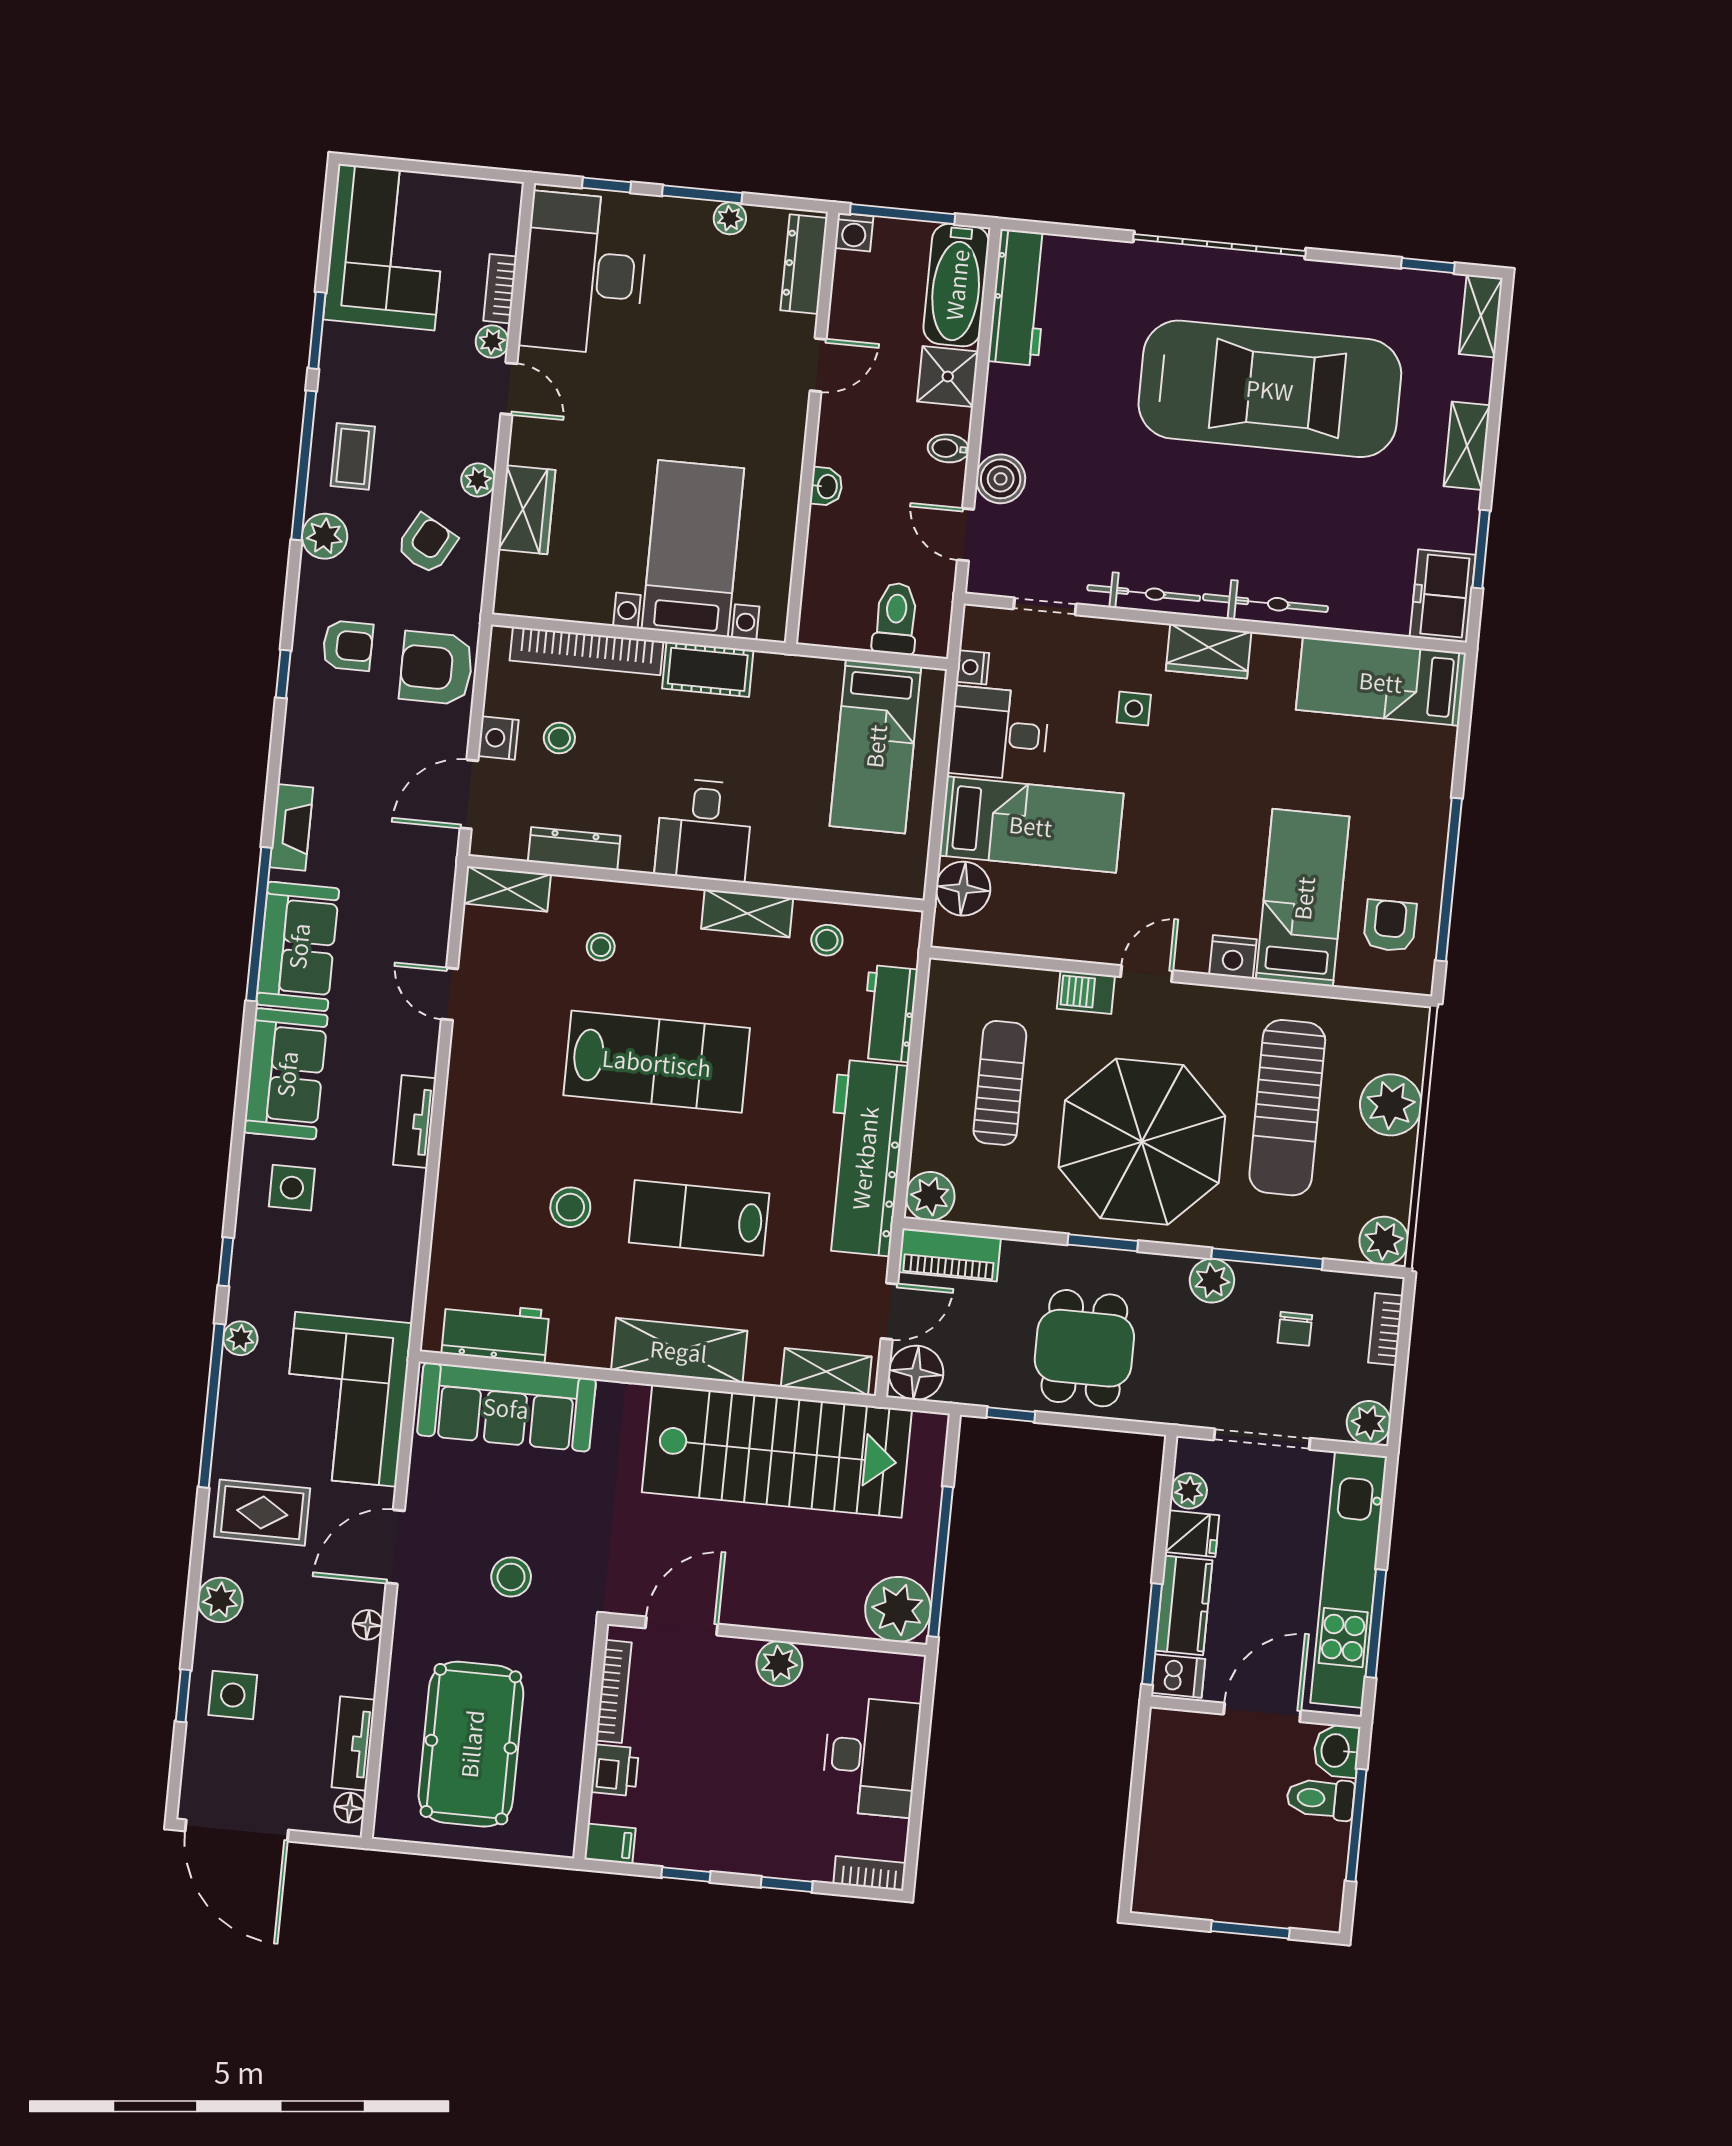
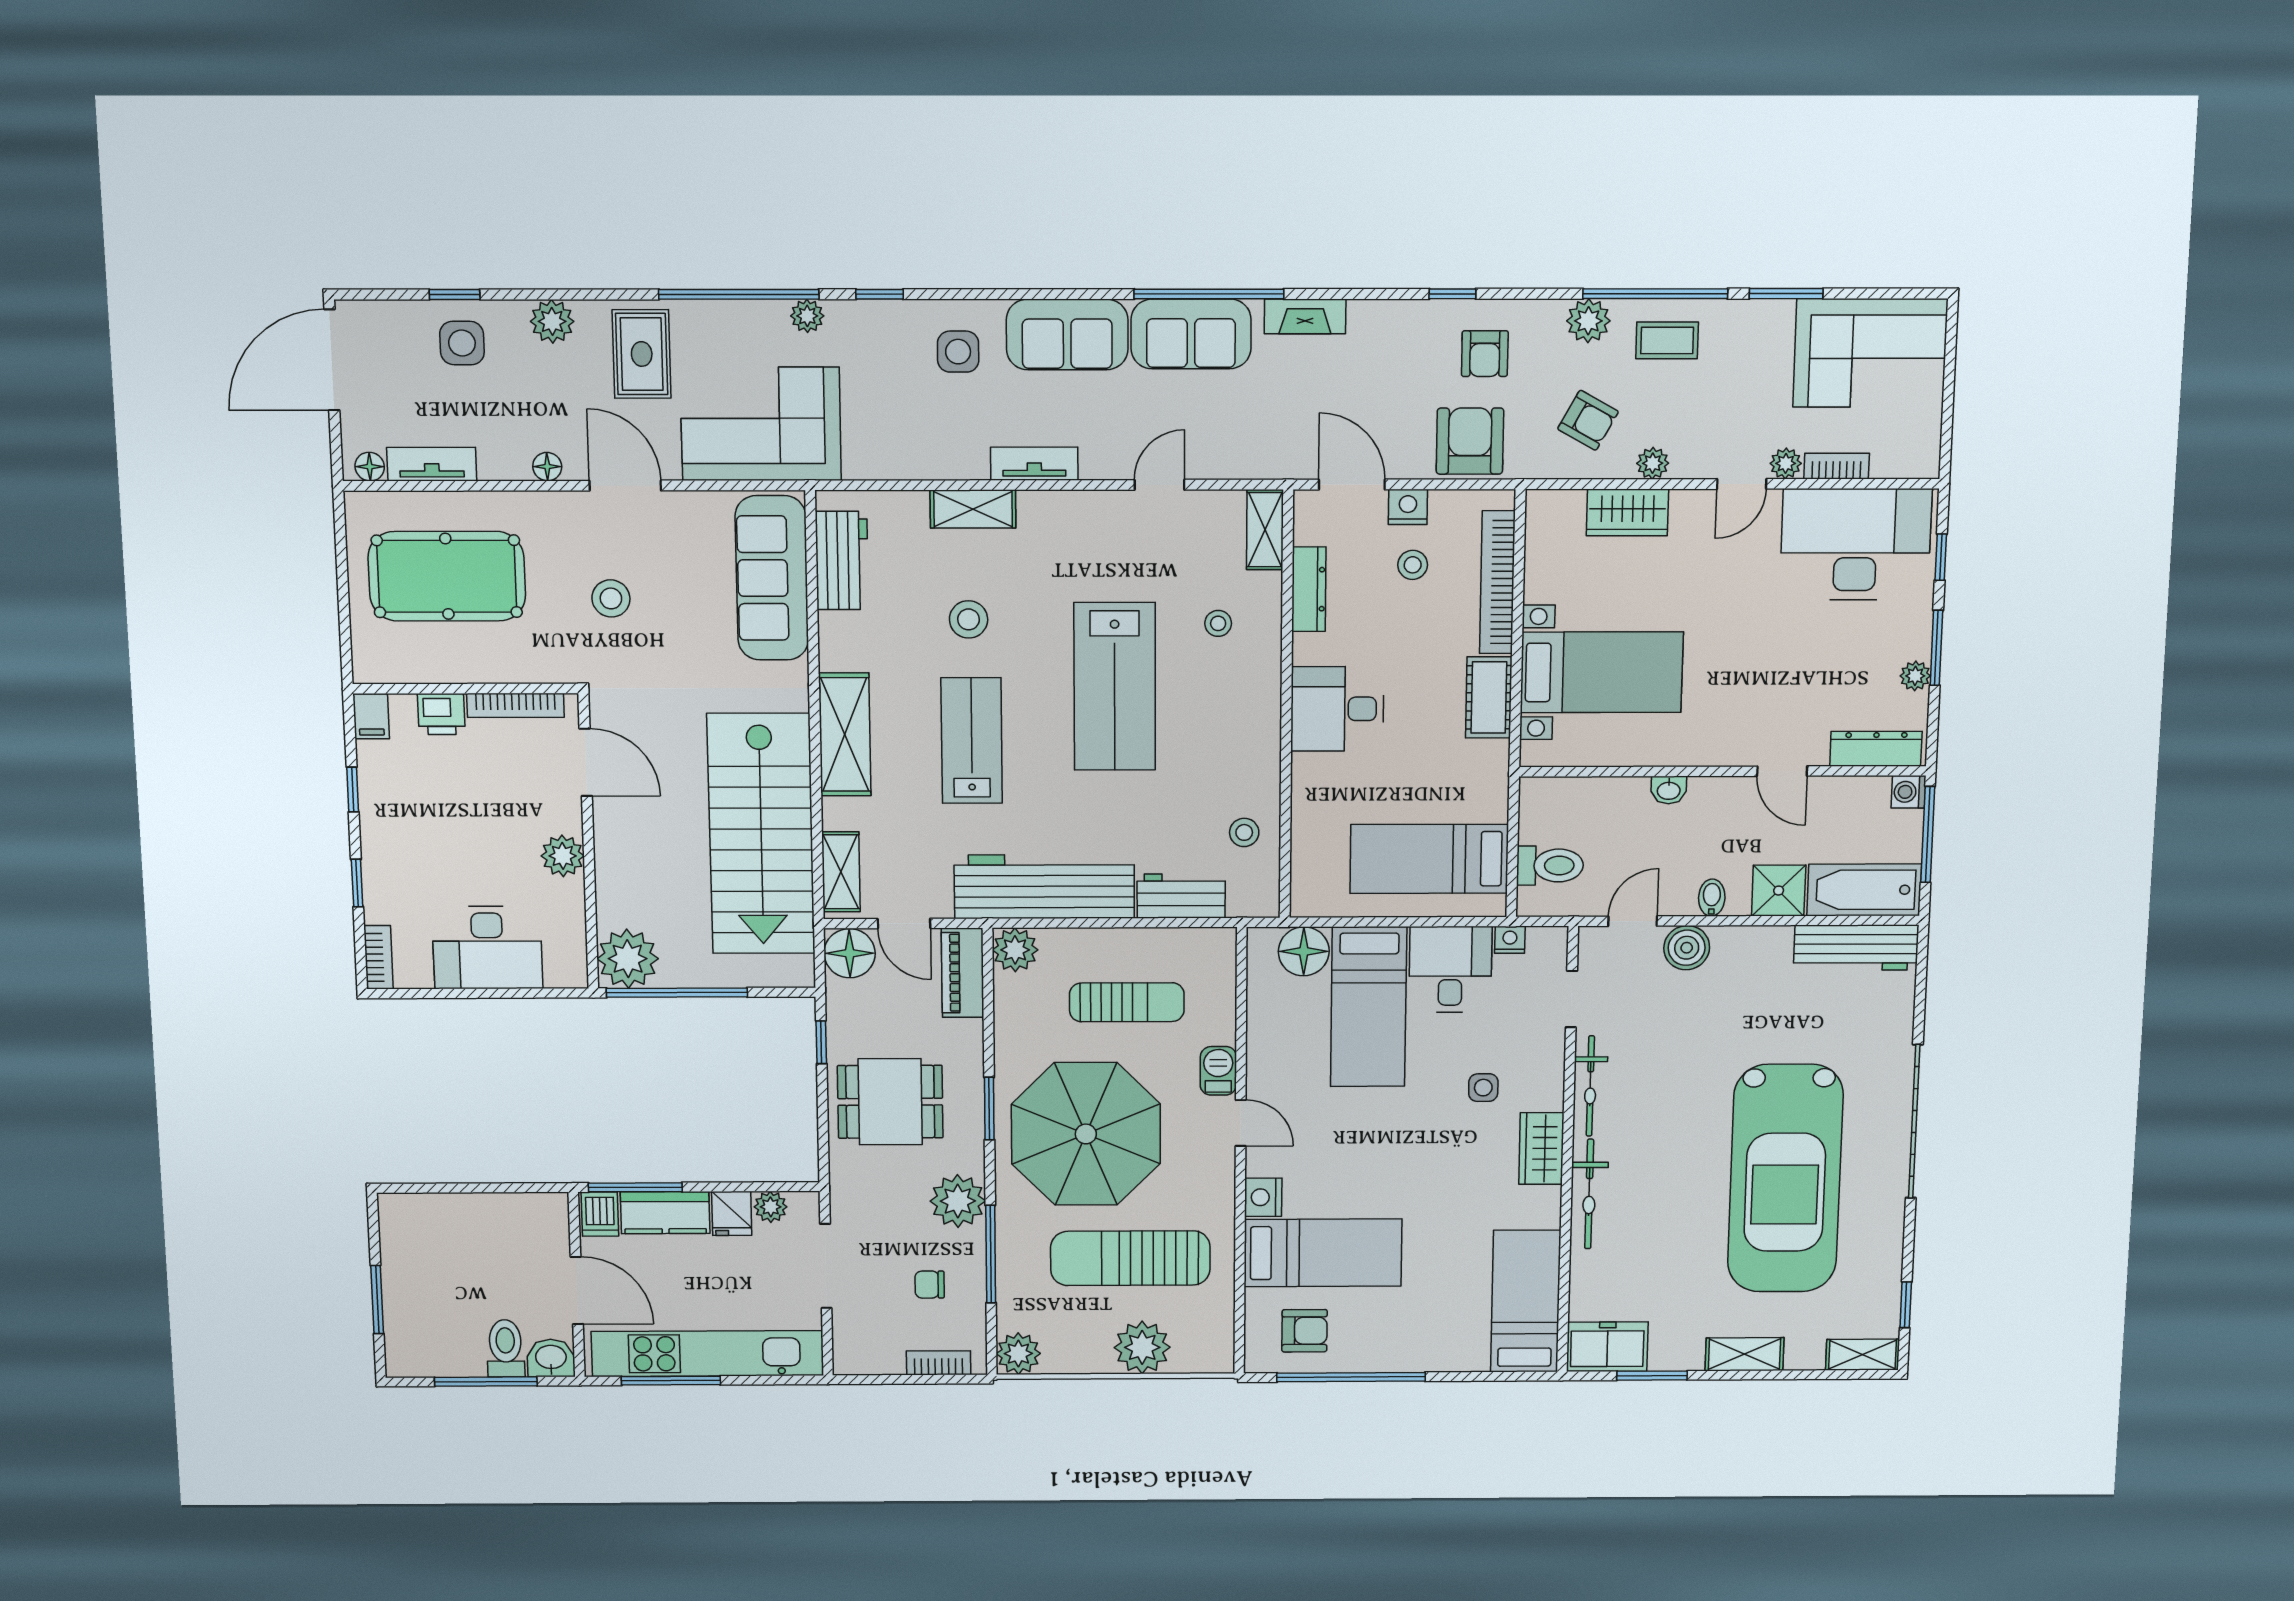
shelving: (747, 913) -> (973, 509), moved, turned 90
plant: (1212, 1281) -> (958, 1201), width x1.36, depth x1.36
plant: (1369, 1423) -> (852, 1357), removed

